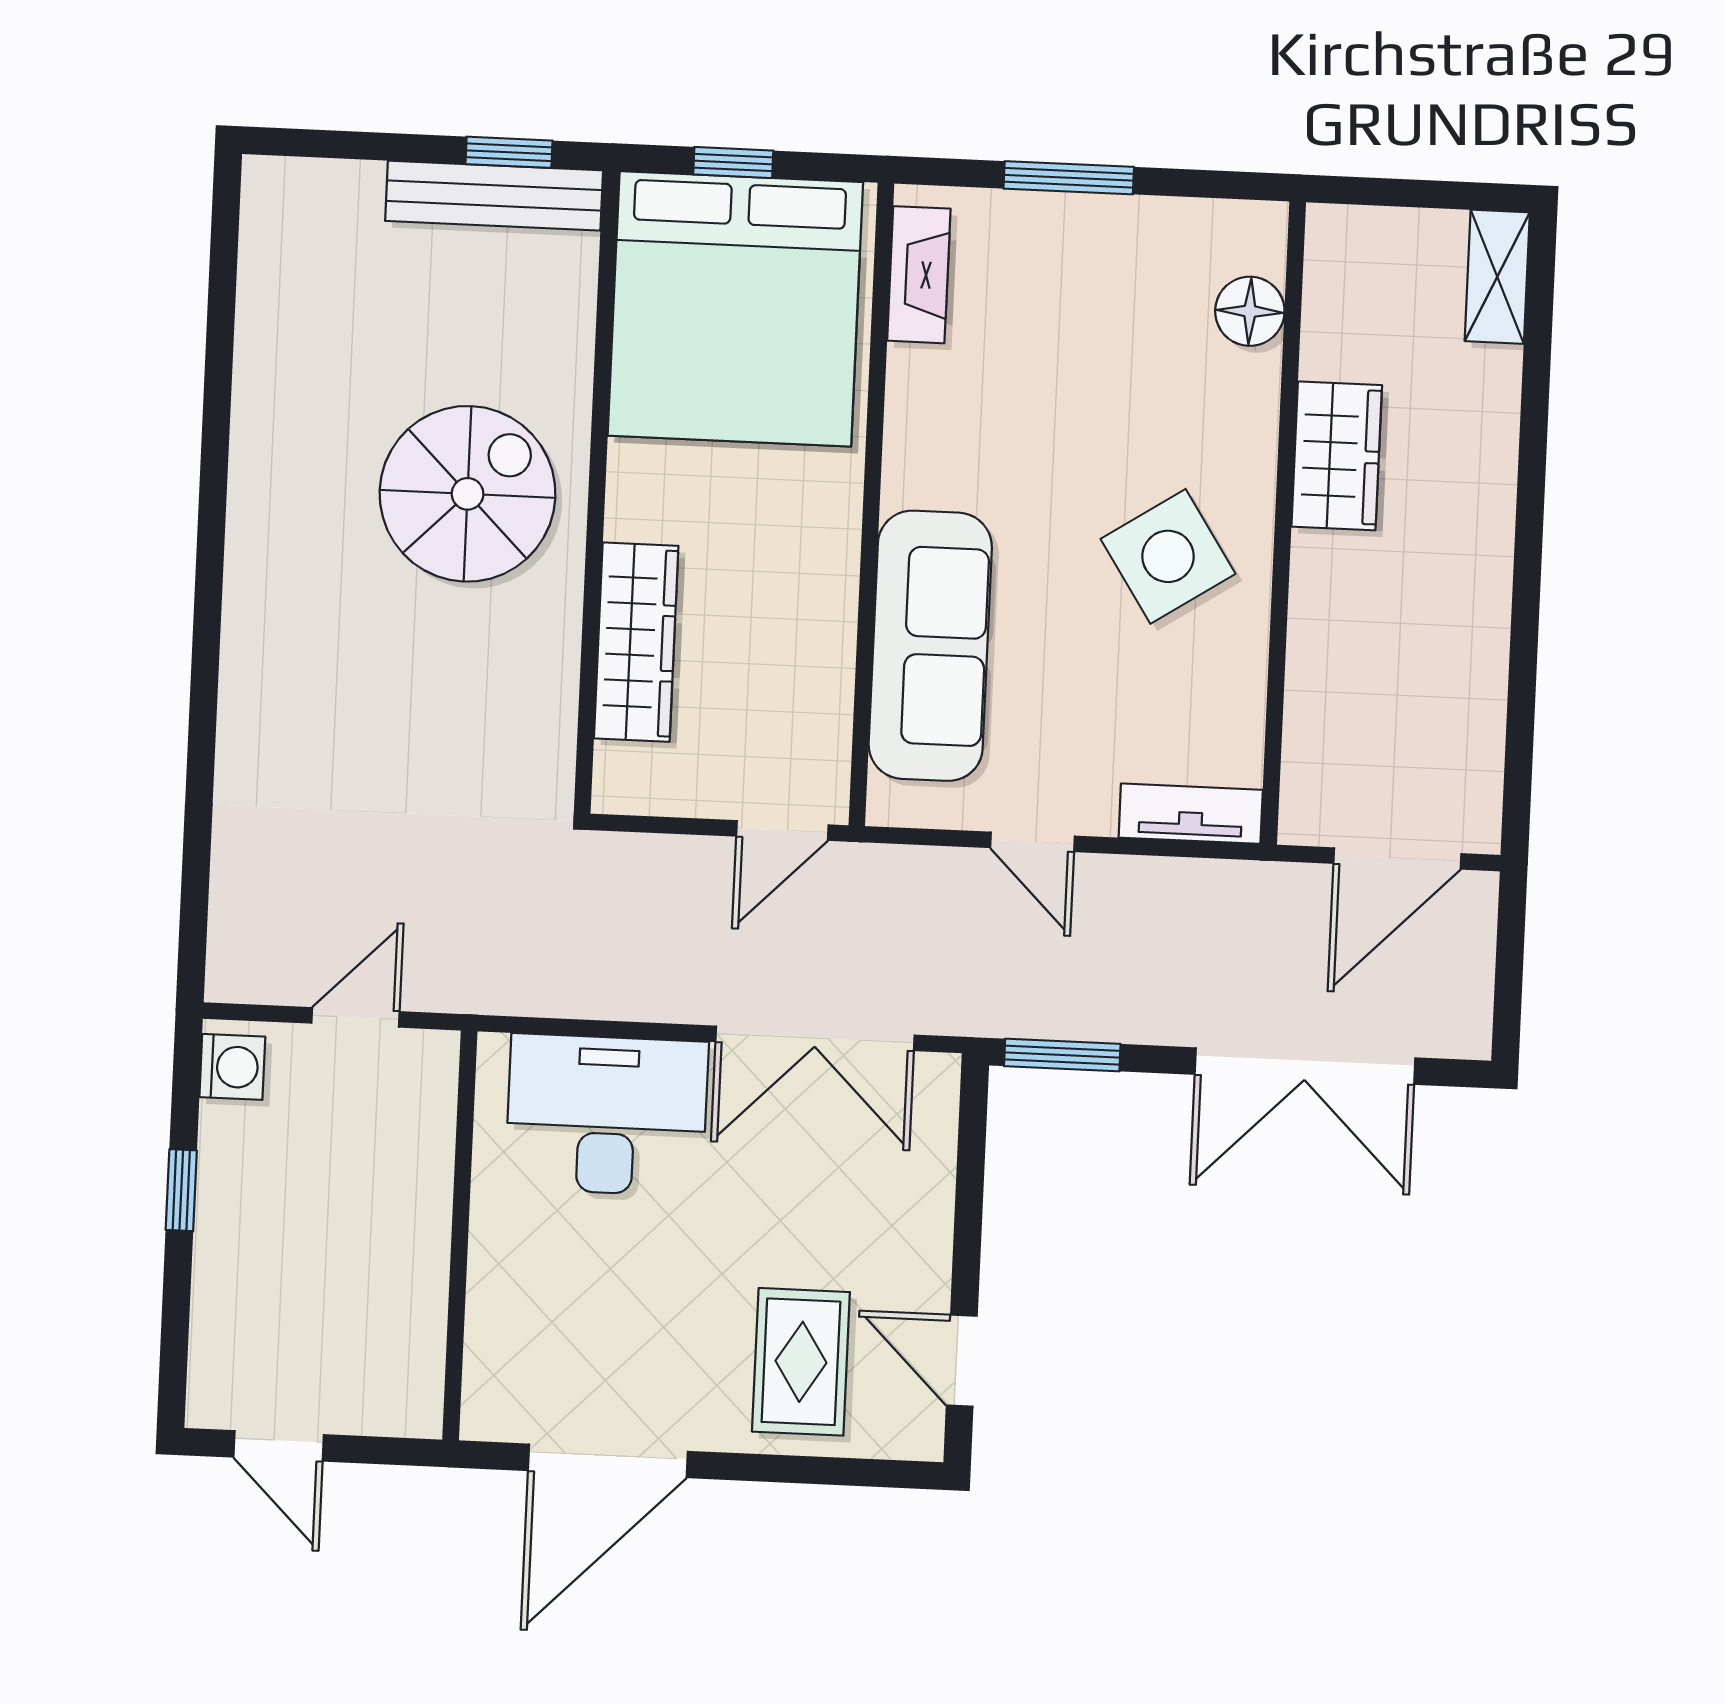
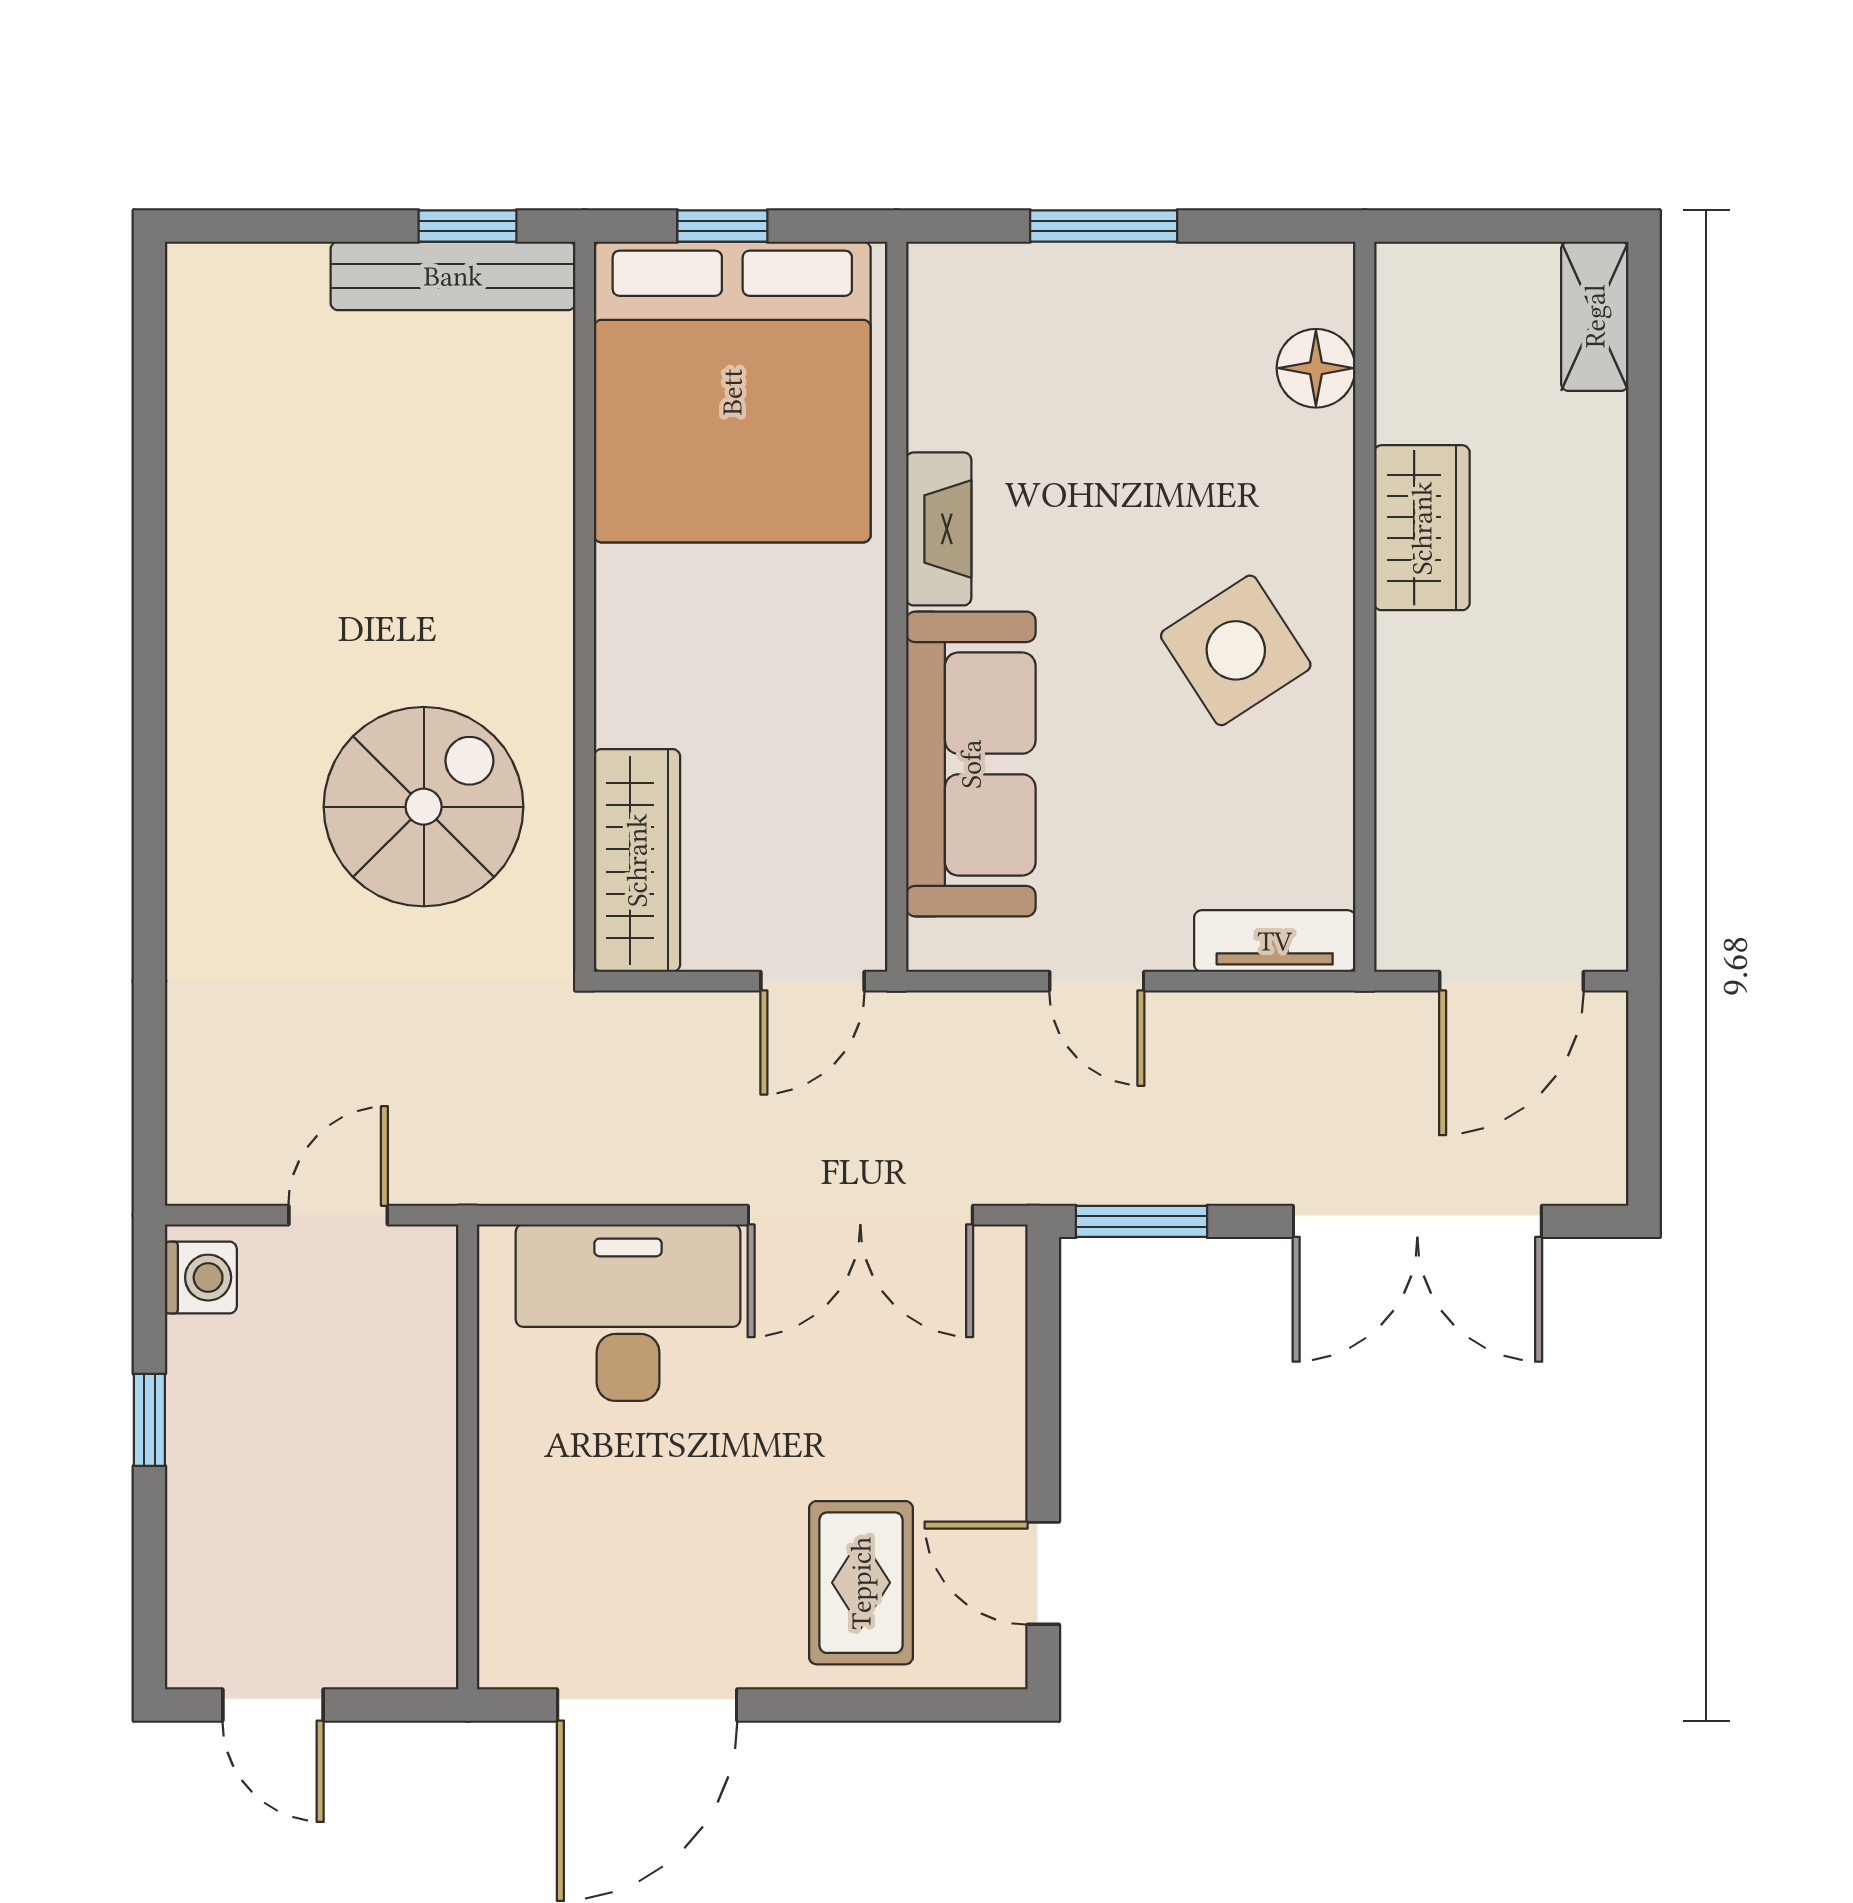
fireplace: (919, 275) -> (939, 529), moved
spiral stairs: (468, 494) -> (424, 807), moved
wardrobe: (636, 642) -> (637, 860), moved

